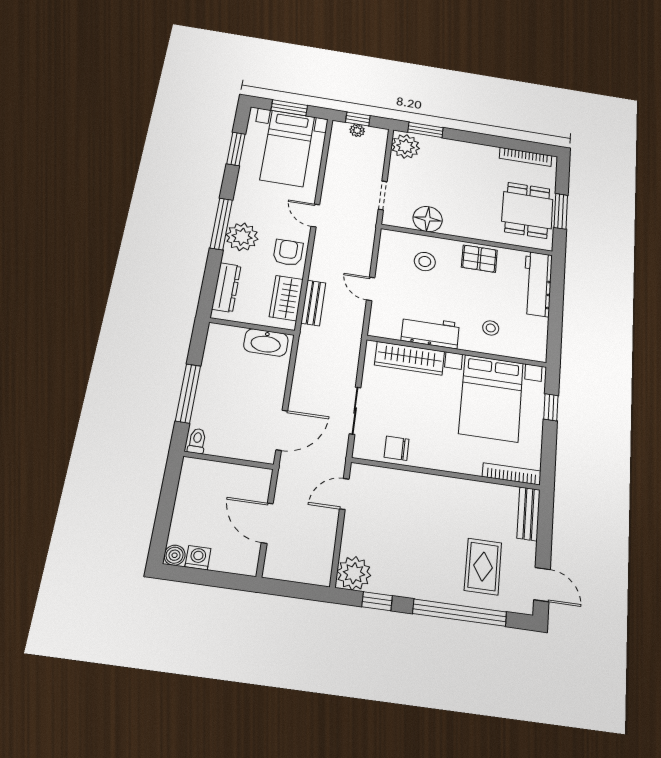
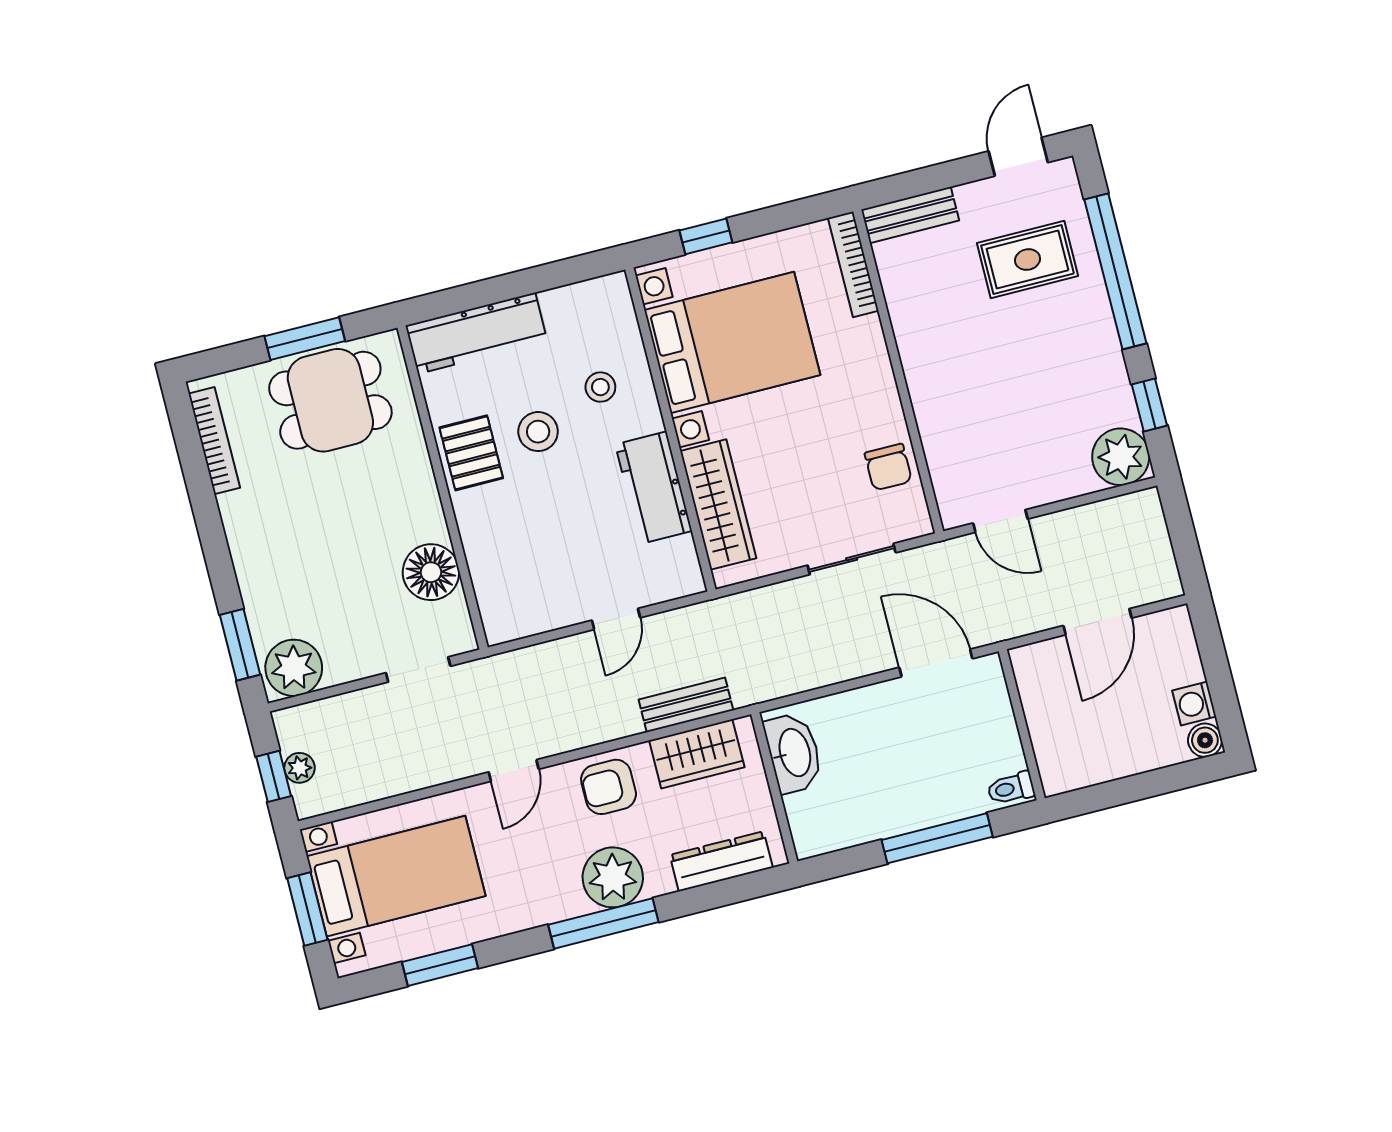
stool: (425, 262) -> (538, 432), moved

